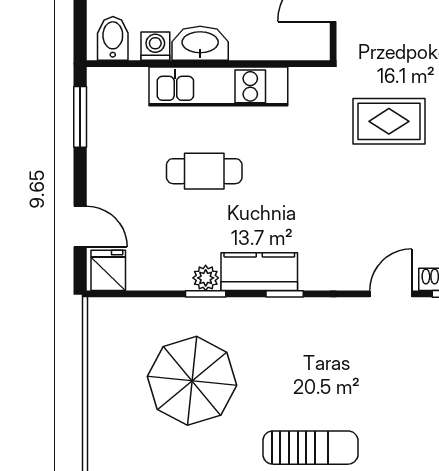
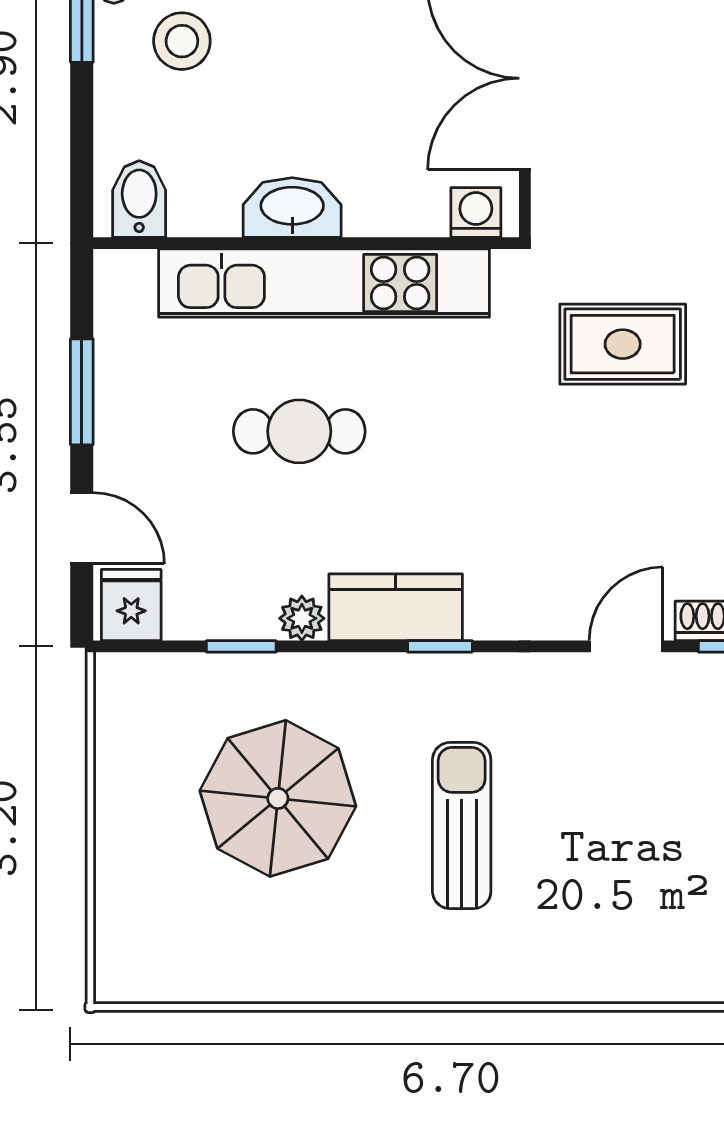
washing machine: (155, 46) -> (476, 212), moved
kitchen unit: (218, 86) -> (324, 283), width x1.36
window: (80, 117) -> (82, 392), moved
window: (206, 294) -> (241, 646), moved
sun lounger: (310, 448) -> (462, 826), moved, turned -90

